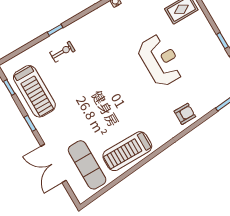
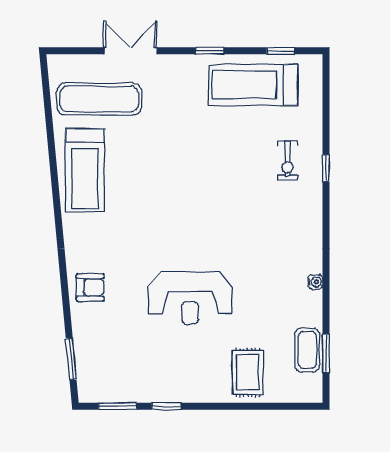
armchair: (185, 114) -> (90, 287), turned -90
treadmill: (127, 151) -> (85, 170), turned 180
double door: (53, 163) -> (131, 51), width x0.73

